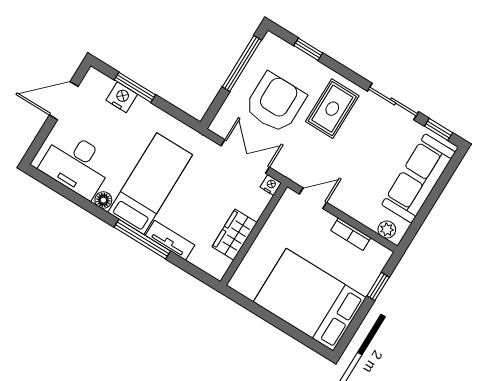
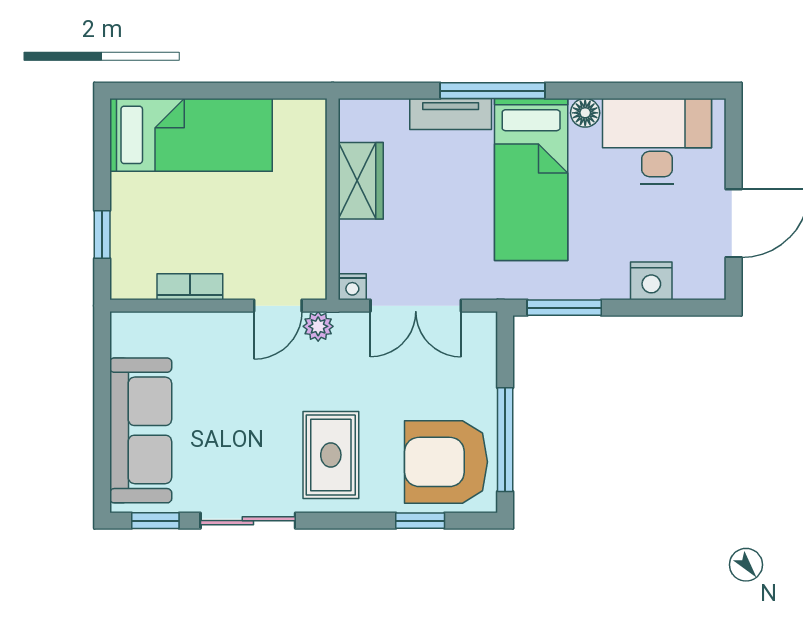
window: (135, 87) -> (564, 308), moved
armchair: (275, 103) -> (446, 462), moved, turned 90
plant: (387, 230) -> (318, 326), moved
bed: (310, 300) -> (191, 135), width x0.67

